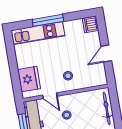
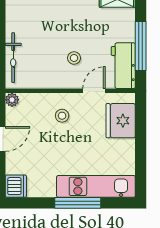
plant: (103, 81) -> (12, 100), added
door: (50, 96) -> (94, 91), hinge flipped

